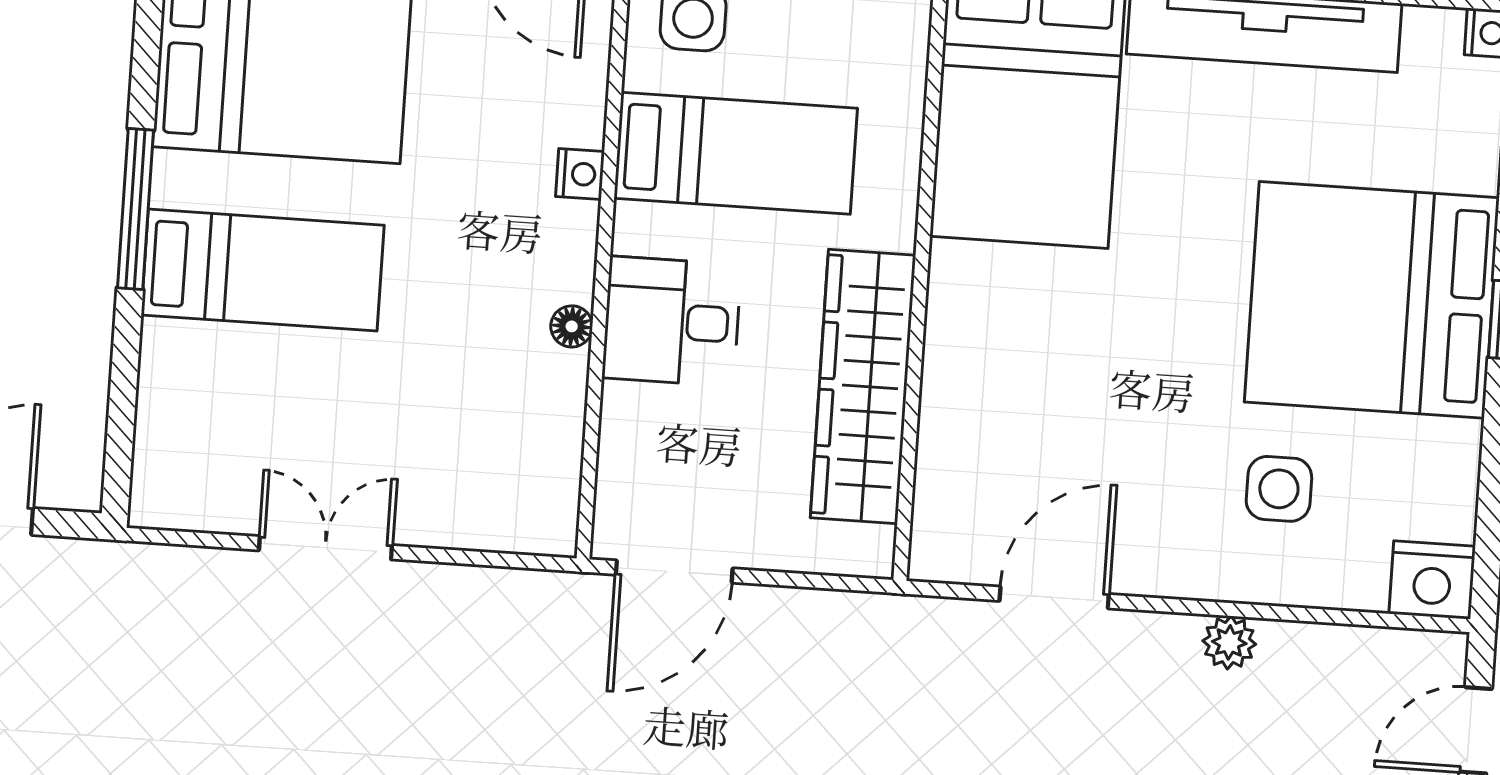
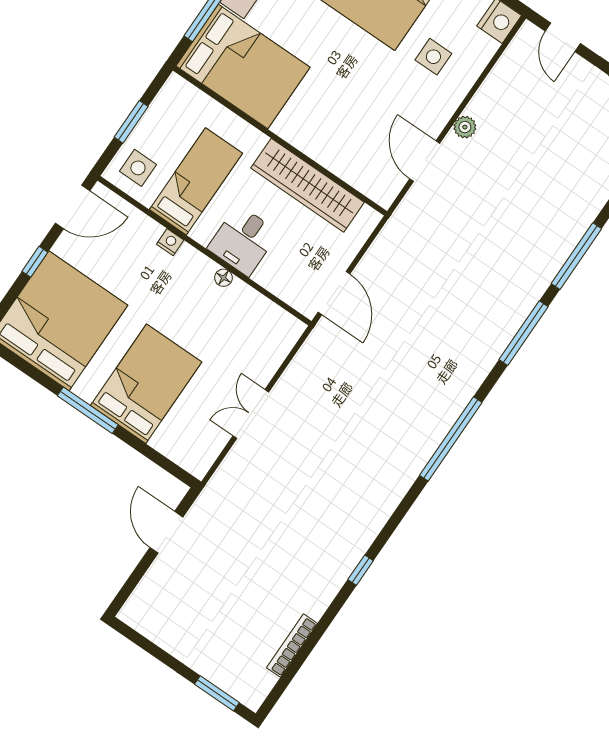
bed: (263, 270) -> (146, 384), width x1.50
plant: (1229, 642) -> (465, 127), moved

